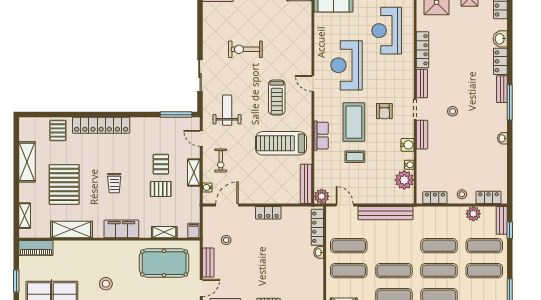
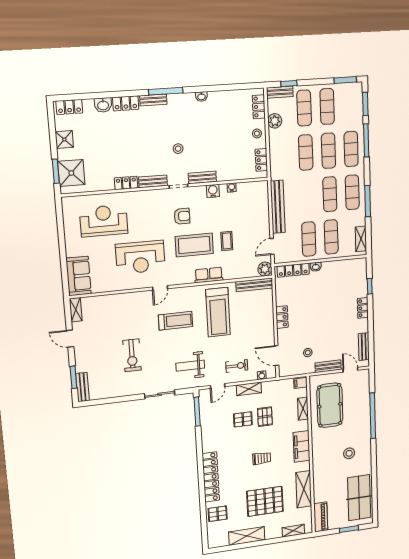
reception desk: (387, 31) -> (104, 221), turned 180
locker: (423, 50) -> (126, 183), width x0.66
plant: (404, 180) -> (246, 191), removed

